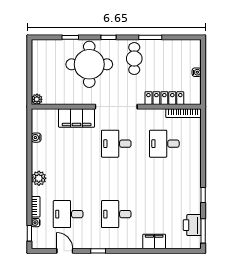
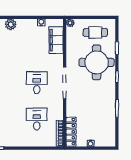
cafe table: (134, 59) -> (95, 32), moved
locker: (164, 98) -> (71, 132), moved
filing cabinet: (77, 118) -> (56, 40), moved

